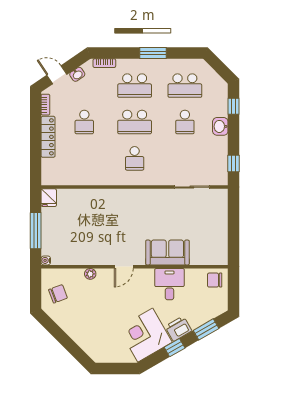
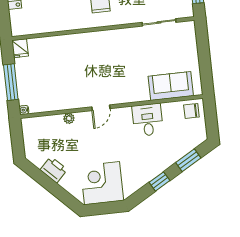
sofa: (167, 252) -> (171, 86), moved
chair: (58, 294) -> (40, 141), removed
printer: (178, 329) -> (54, 170), moved, turned 75
corner desk: (145, 335) -> (102, 183), moved, turned 30

